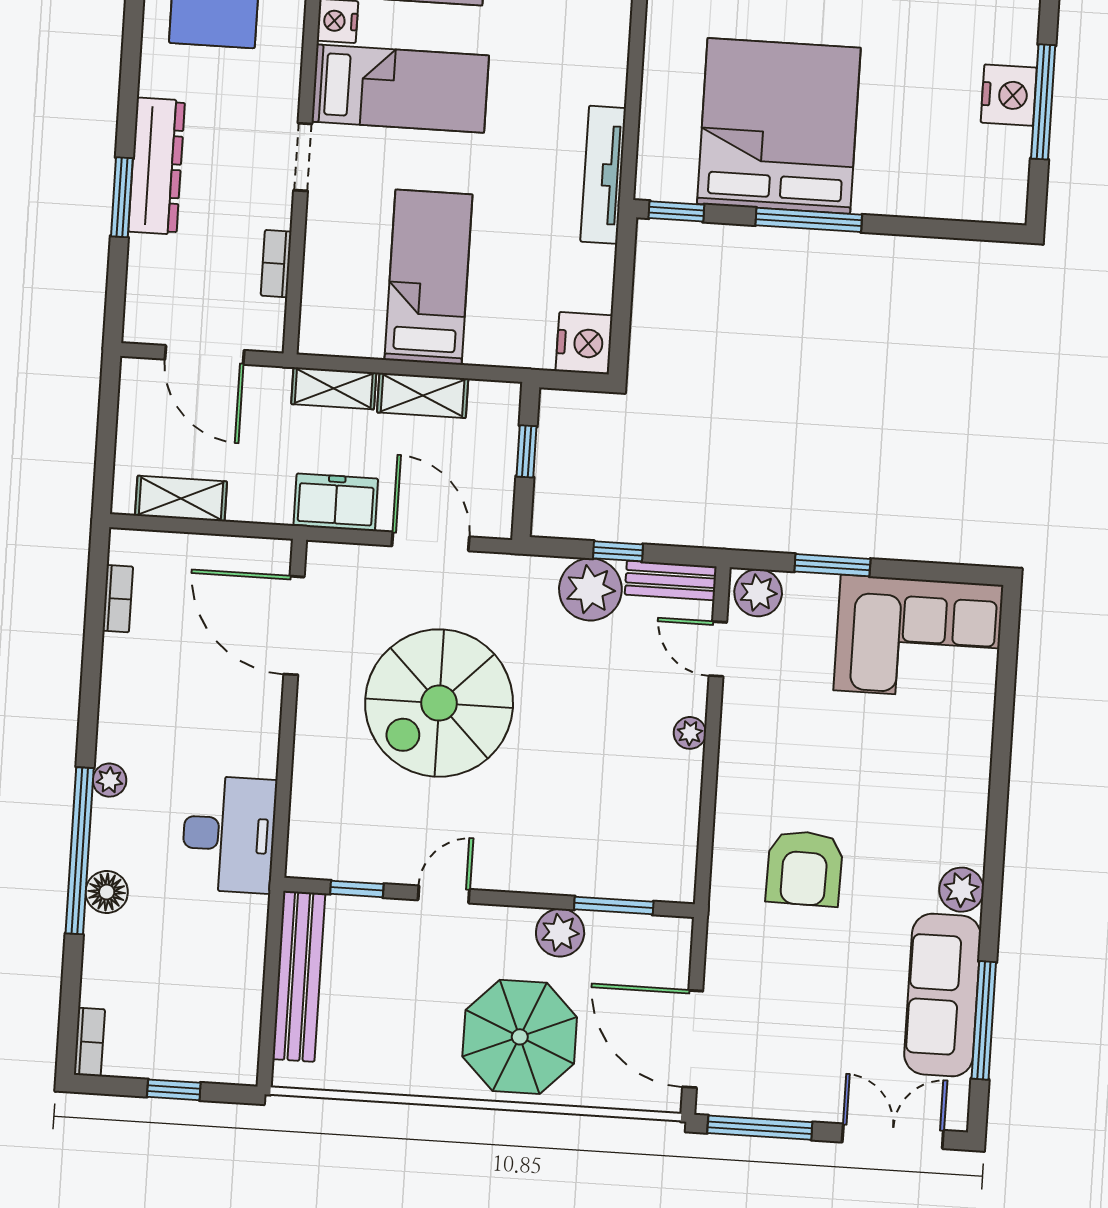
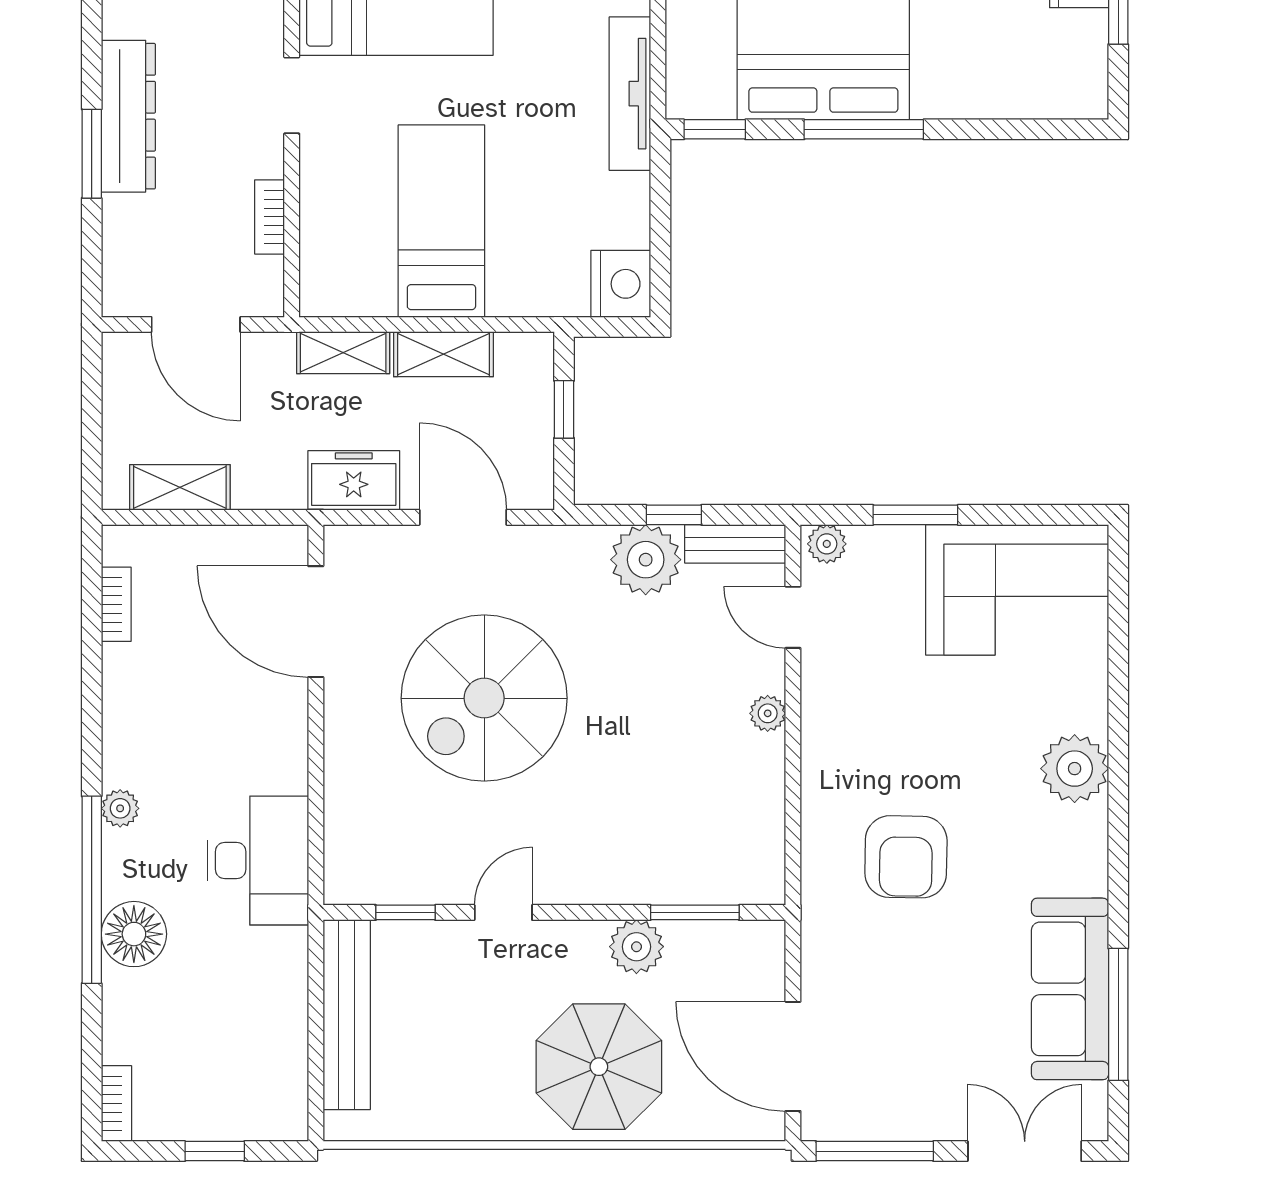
plant: (758, 593) -> (827, 544), width x0.73, depth x0.73
plant: (961, 890) -> (1075, 769), moved, width x1.36, depth x1.36
floor lamp: (107, 892) -> (134, 934), width x1.38, depth x1.38

